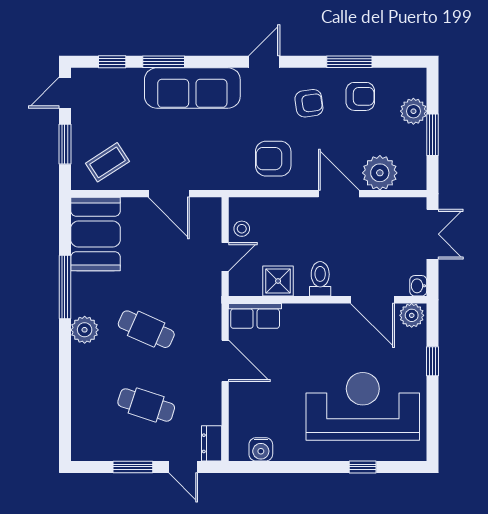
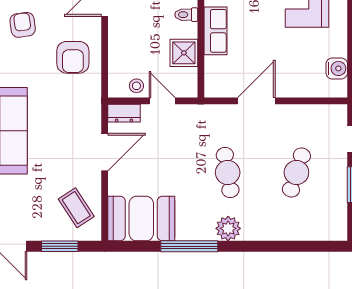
toilet: (320, 279) -> (186, 15), width x0.73, depth x0.72
row of seats: (255, 316) -> (216, 31), moved
cafe table: (146, 329) -> (228, 173), turned -33
dresser: (212, 443) -> (124, 113), moved

